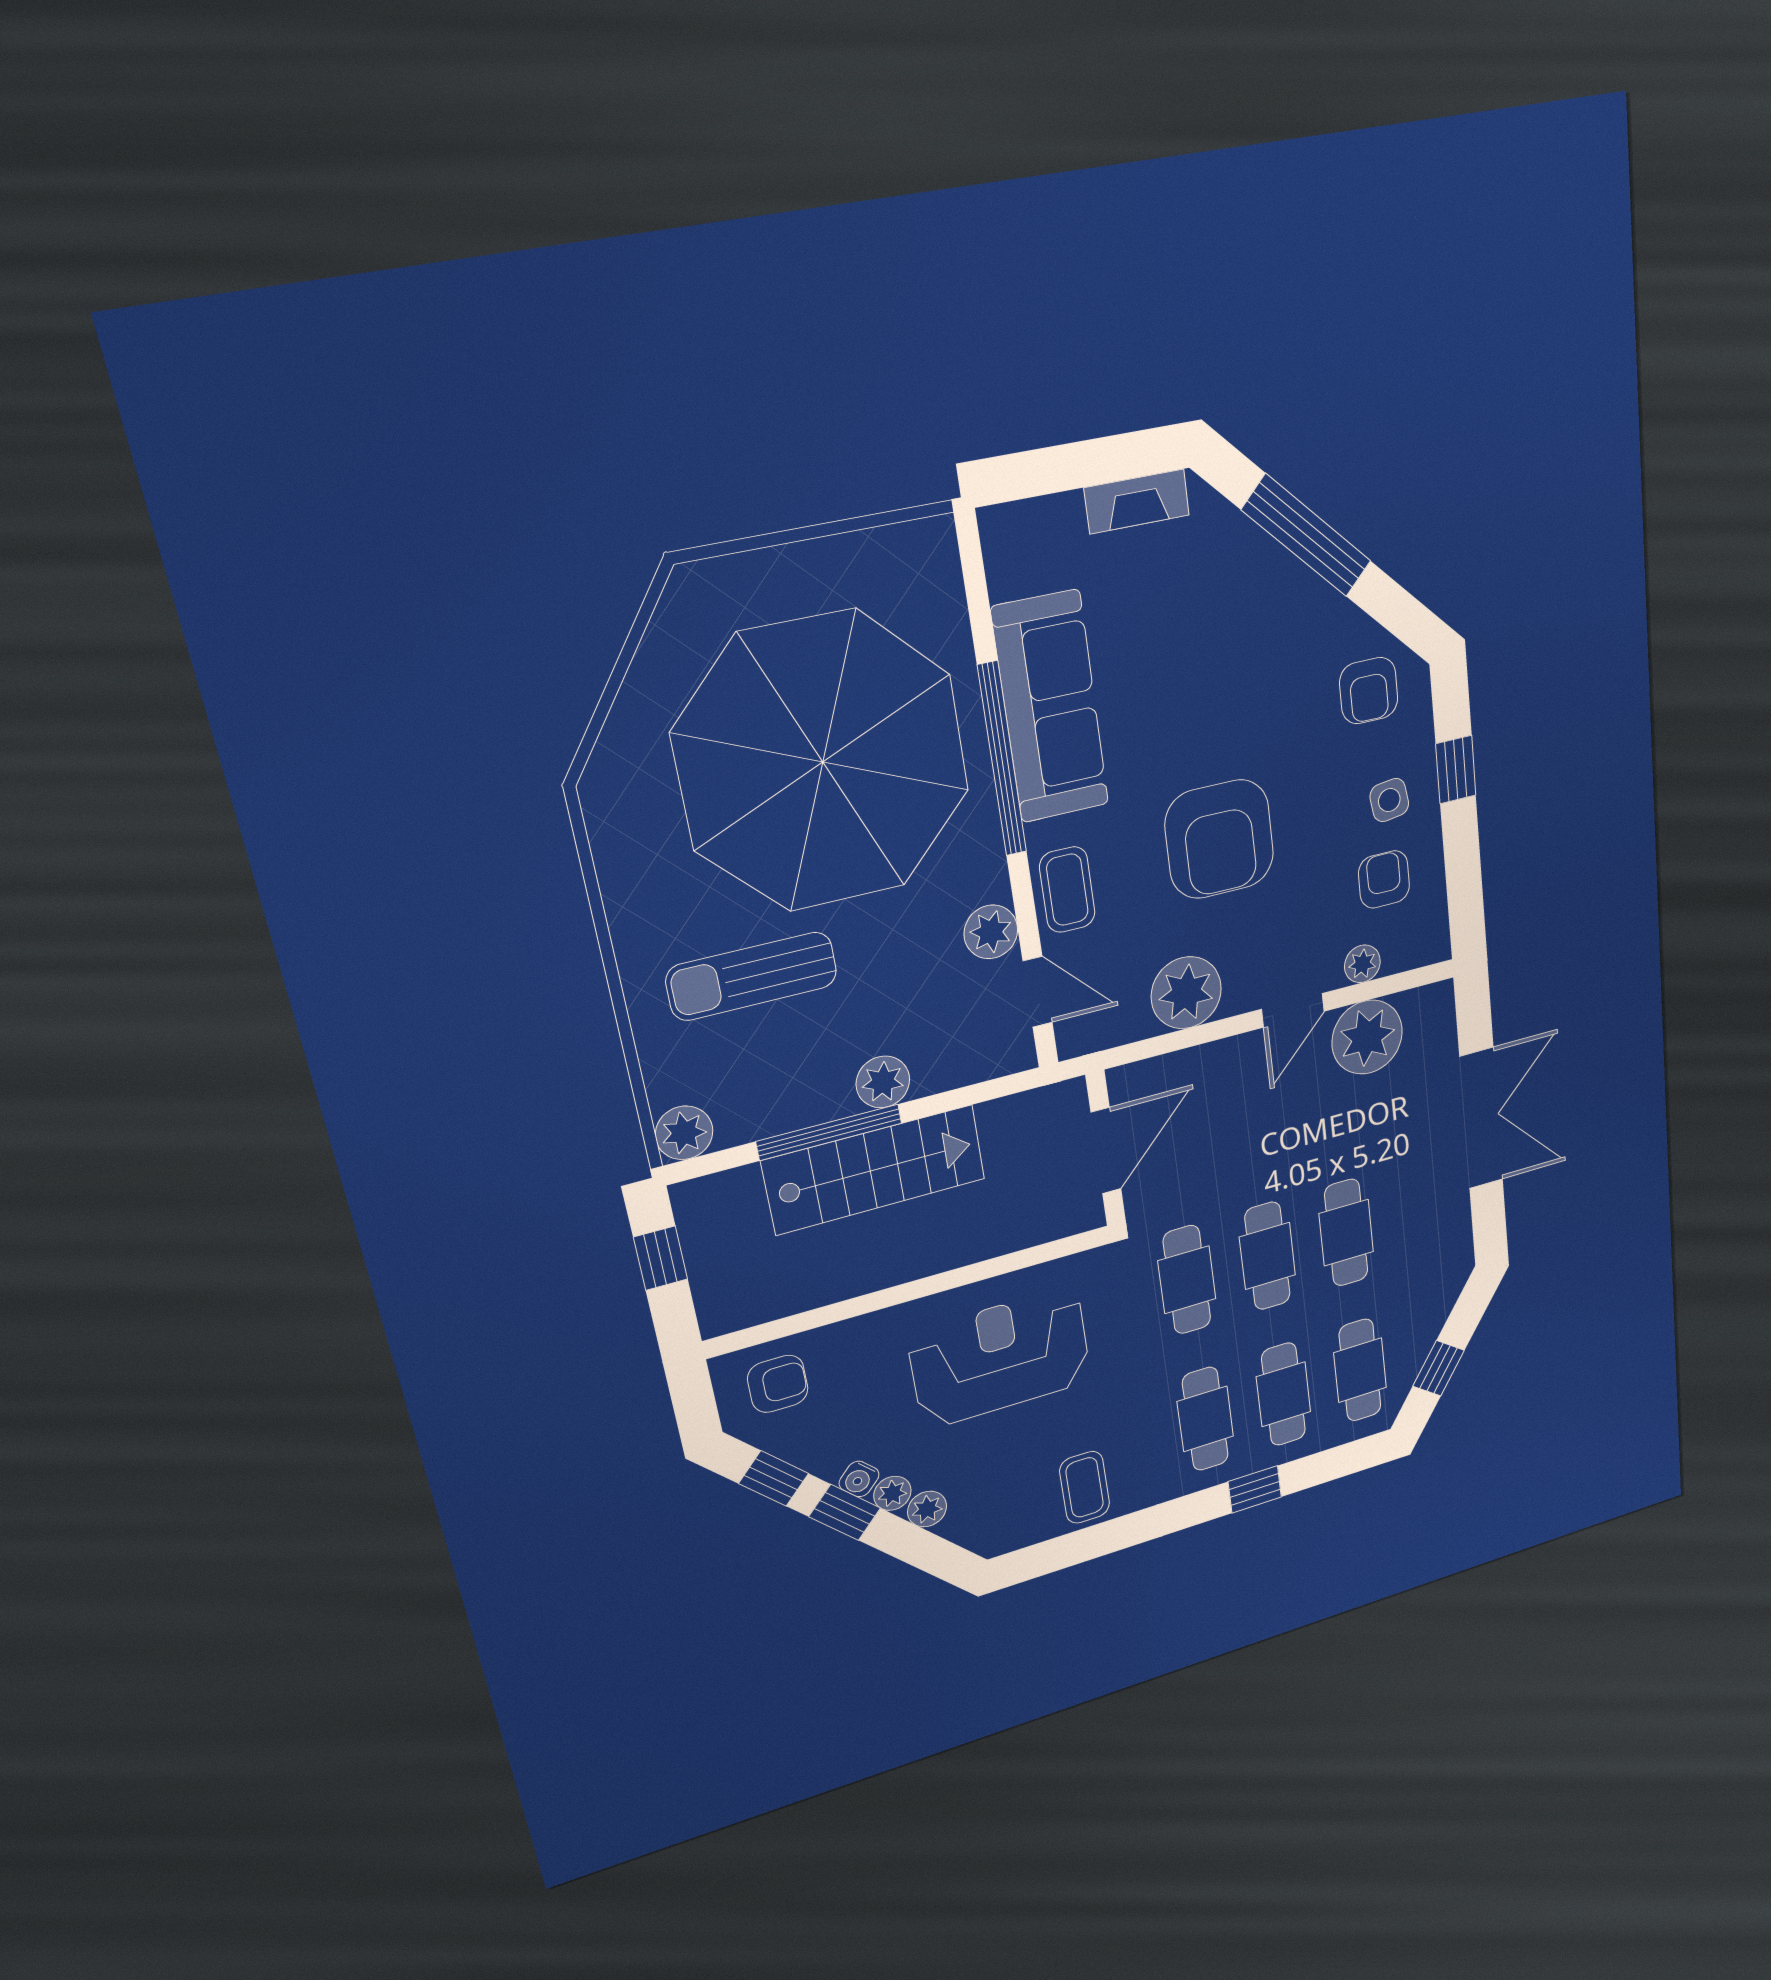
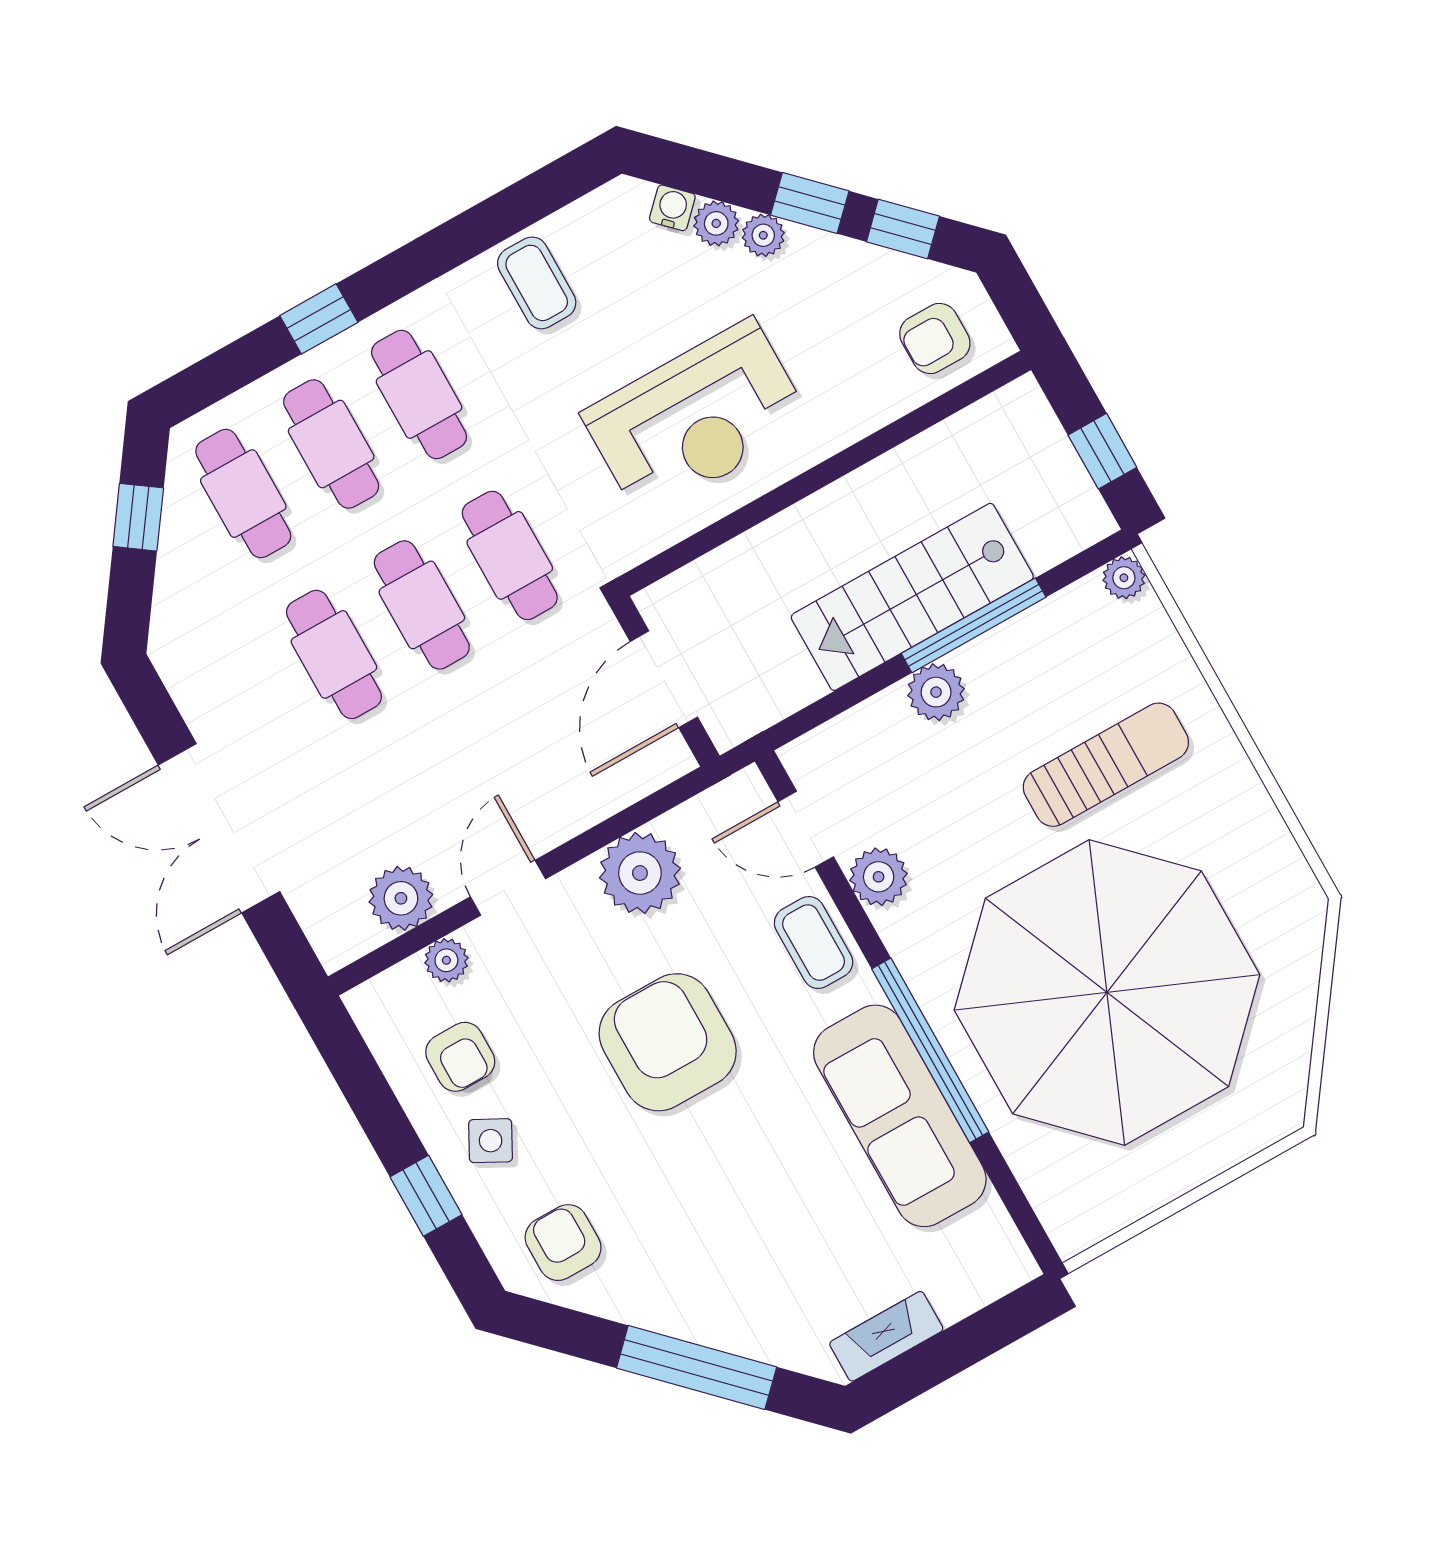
side table: (1389, 800) -> (491, 1141), turned 36
plant: (1367, 1037) -> (401, 898), width x0.73, depth x0.73
plant: (684, 1133) -> (1124, 578), width x0.73, depth x0.73
water cooler: (859, 1479) -> (672, 208), moved

